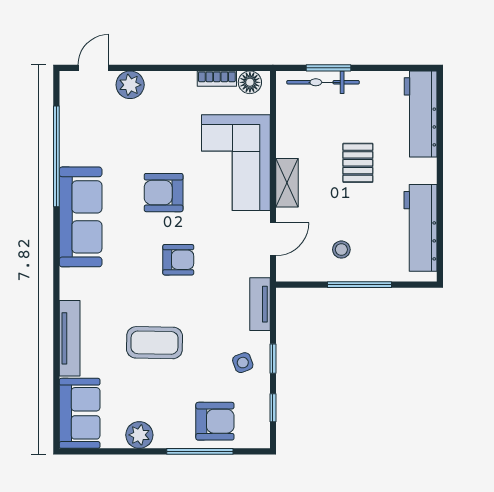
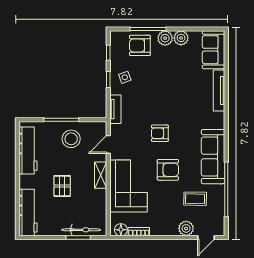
stool: (341, 250) -> (71, 139), width x1.89, depth x1.89
coffee table: (154, 343) -> (195, 199), moved, width x0.73, depth x0.77
plant: (169, 435) -> (165, 38), added

